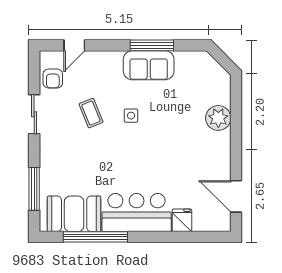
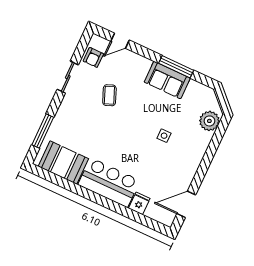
side table: (131, 116) -> (164, 136), moved
plant: (218, 118) -> (209, 121), moved
door: (236, 196) -> (186, 204), hinge flipped
window: (95, 237) -> (71, 186), removed

